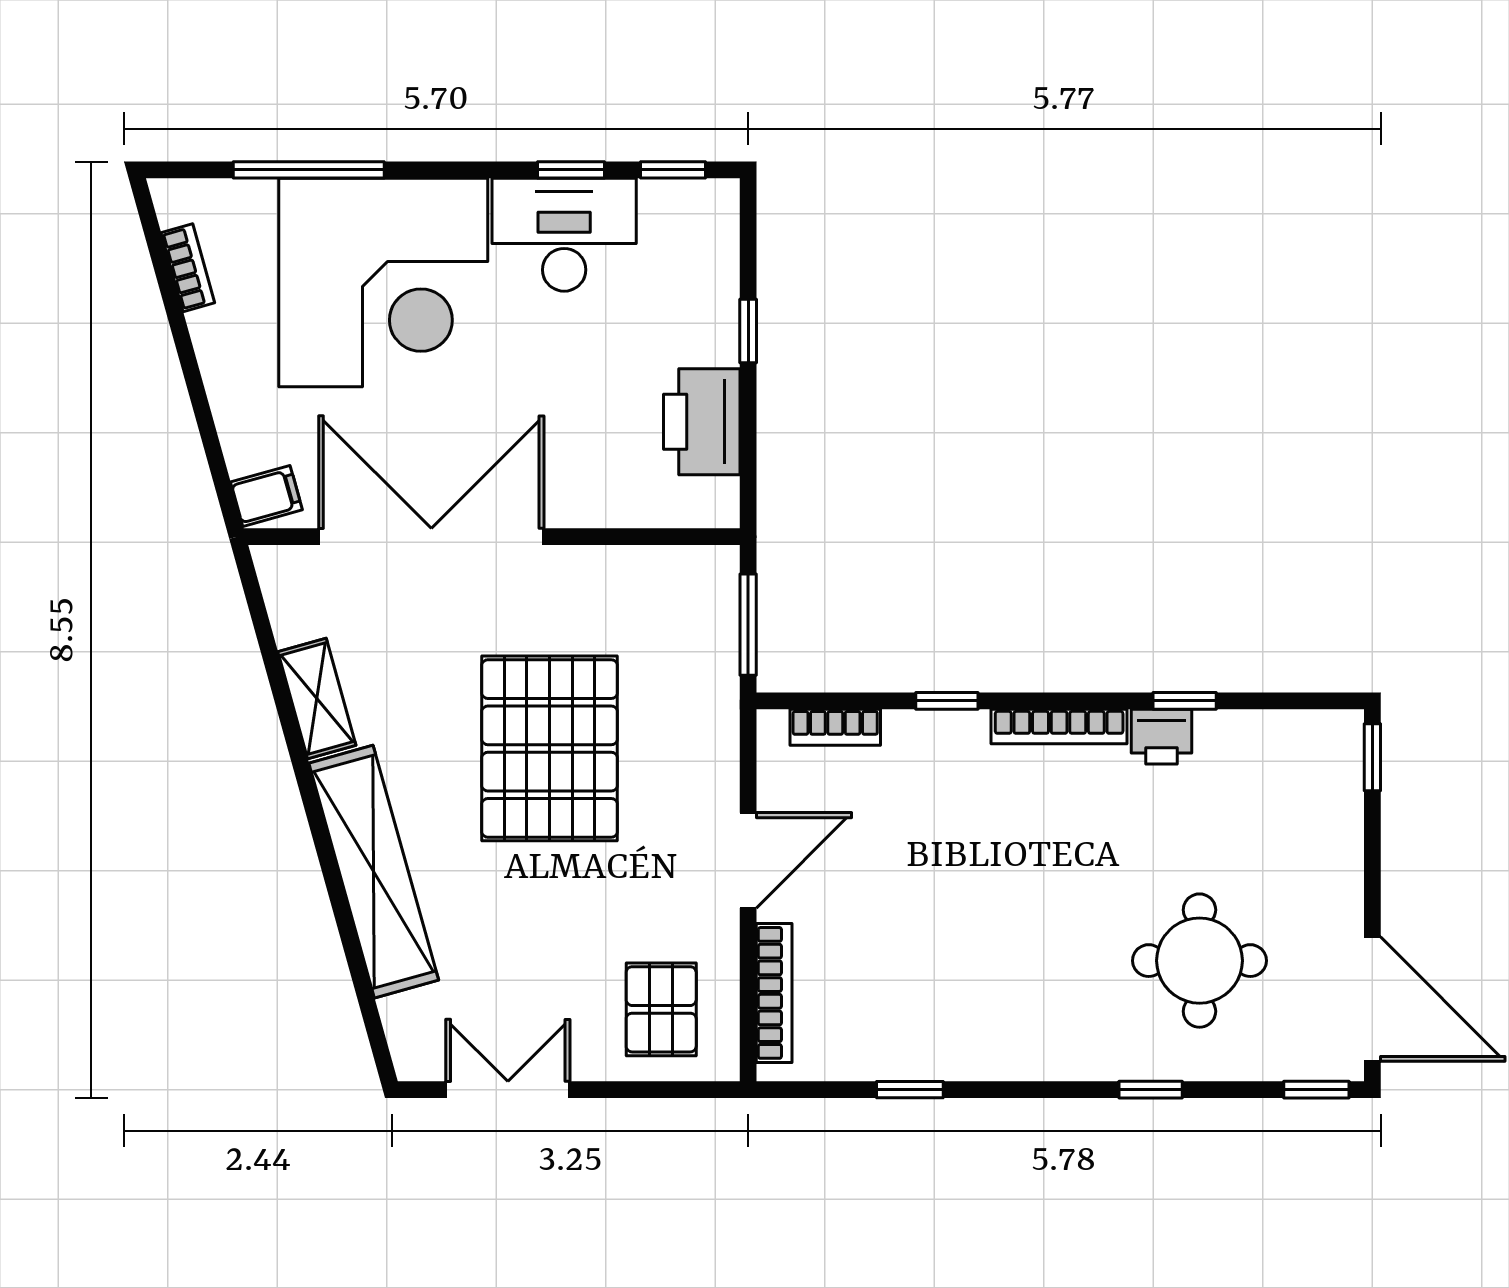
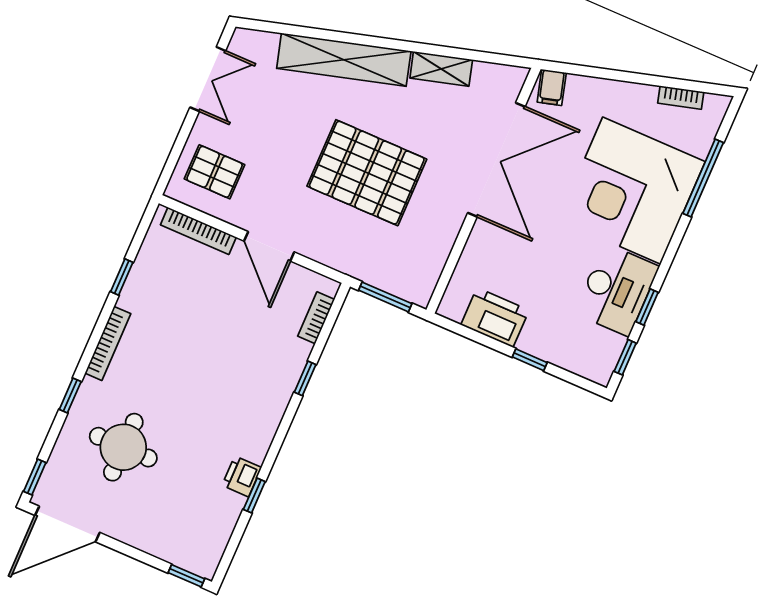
bookcase: (1059, 727) -> (108, 343), moved, turned 180

